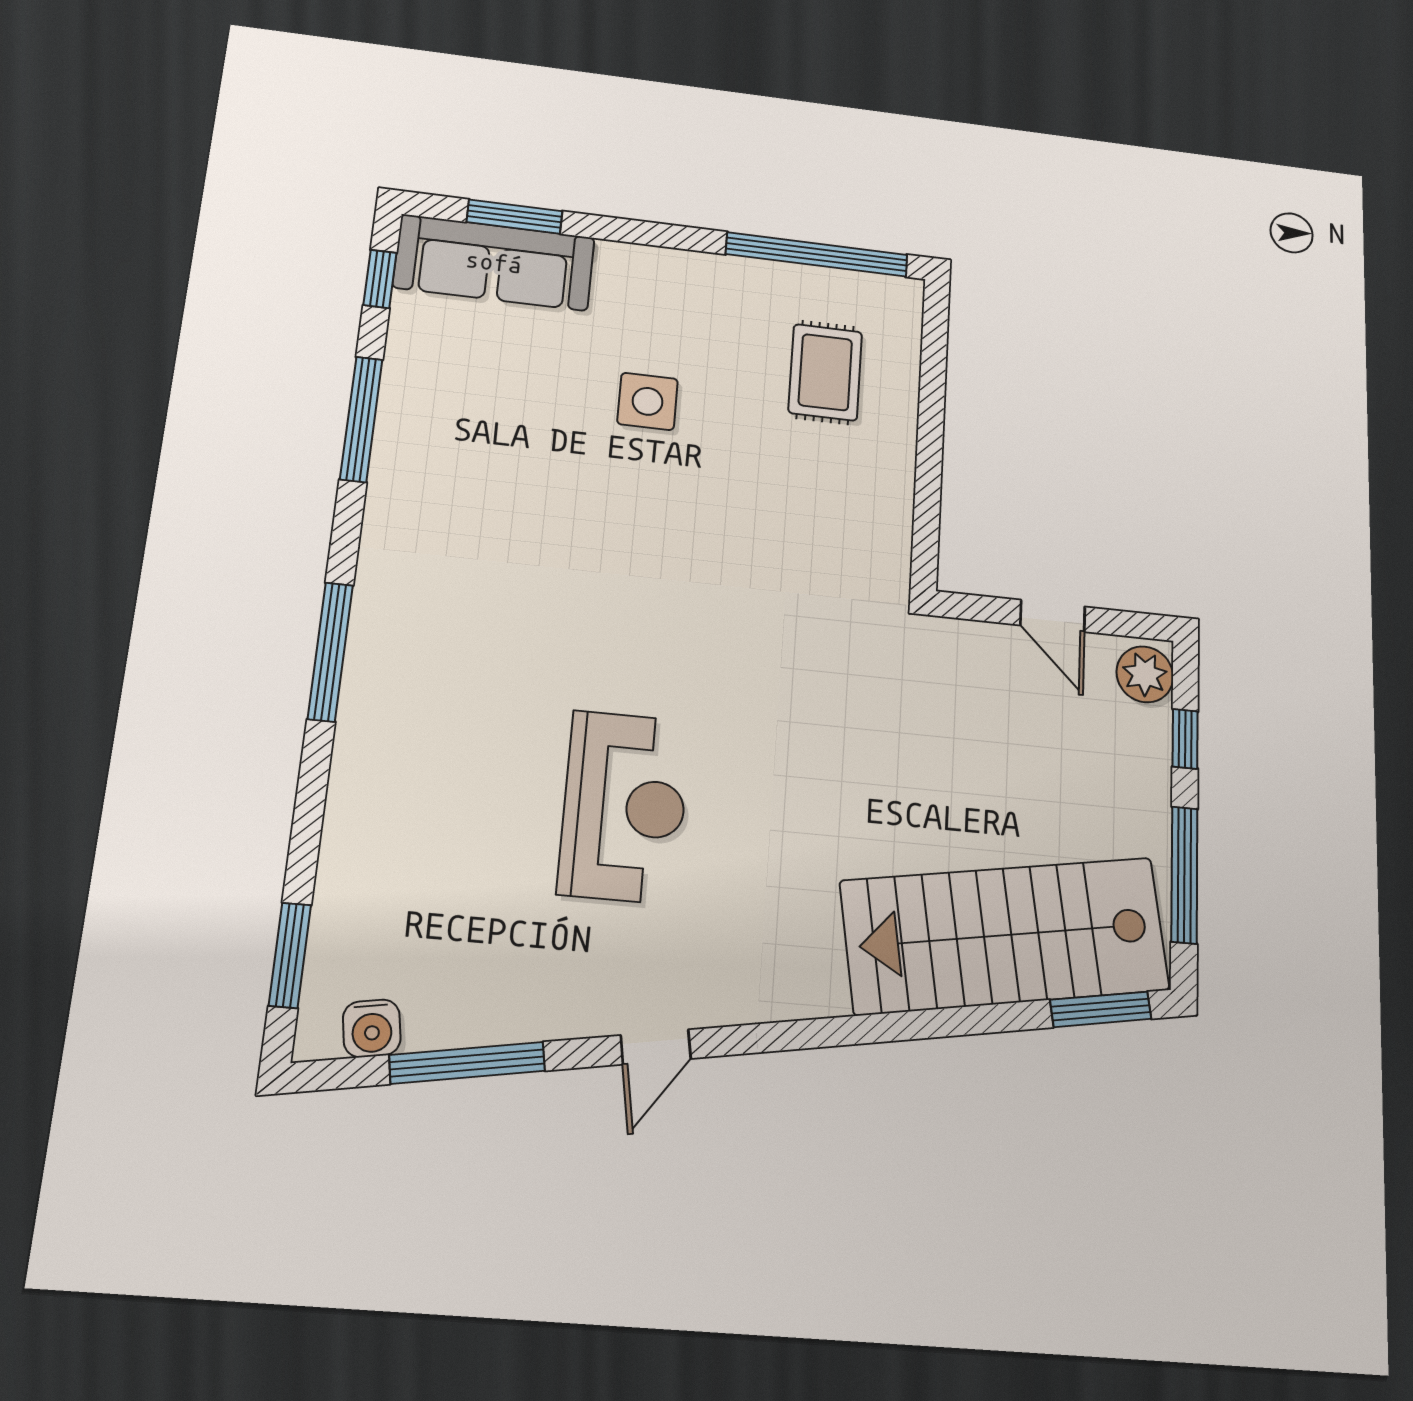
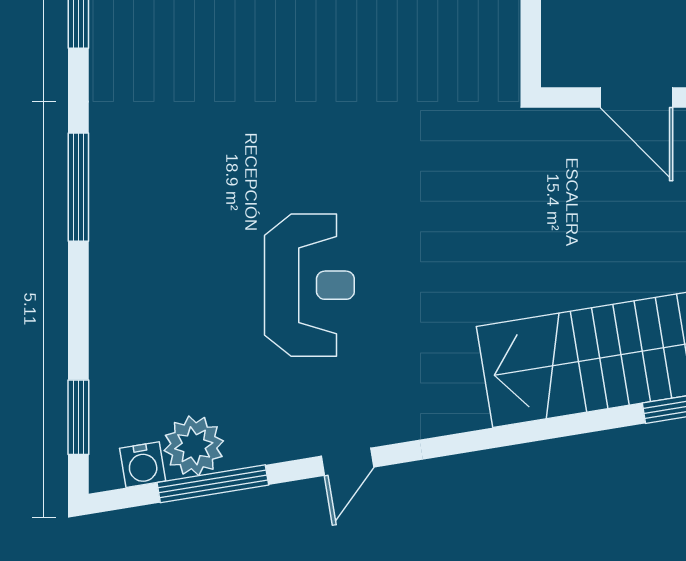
door: (1053, 616) -> (637, 98), width x1.38
plant: (446, 1008) -> (194, 446), added

